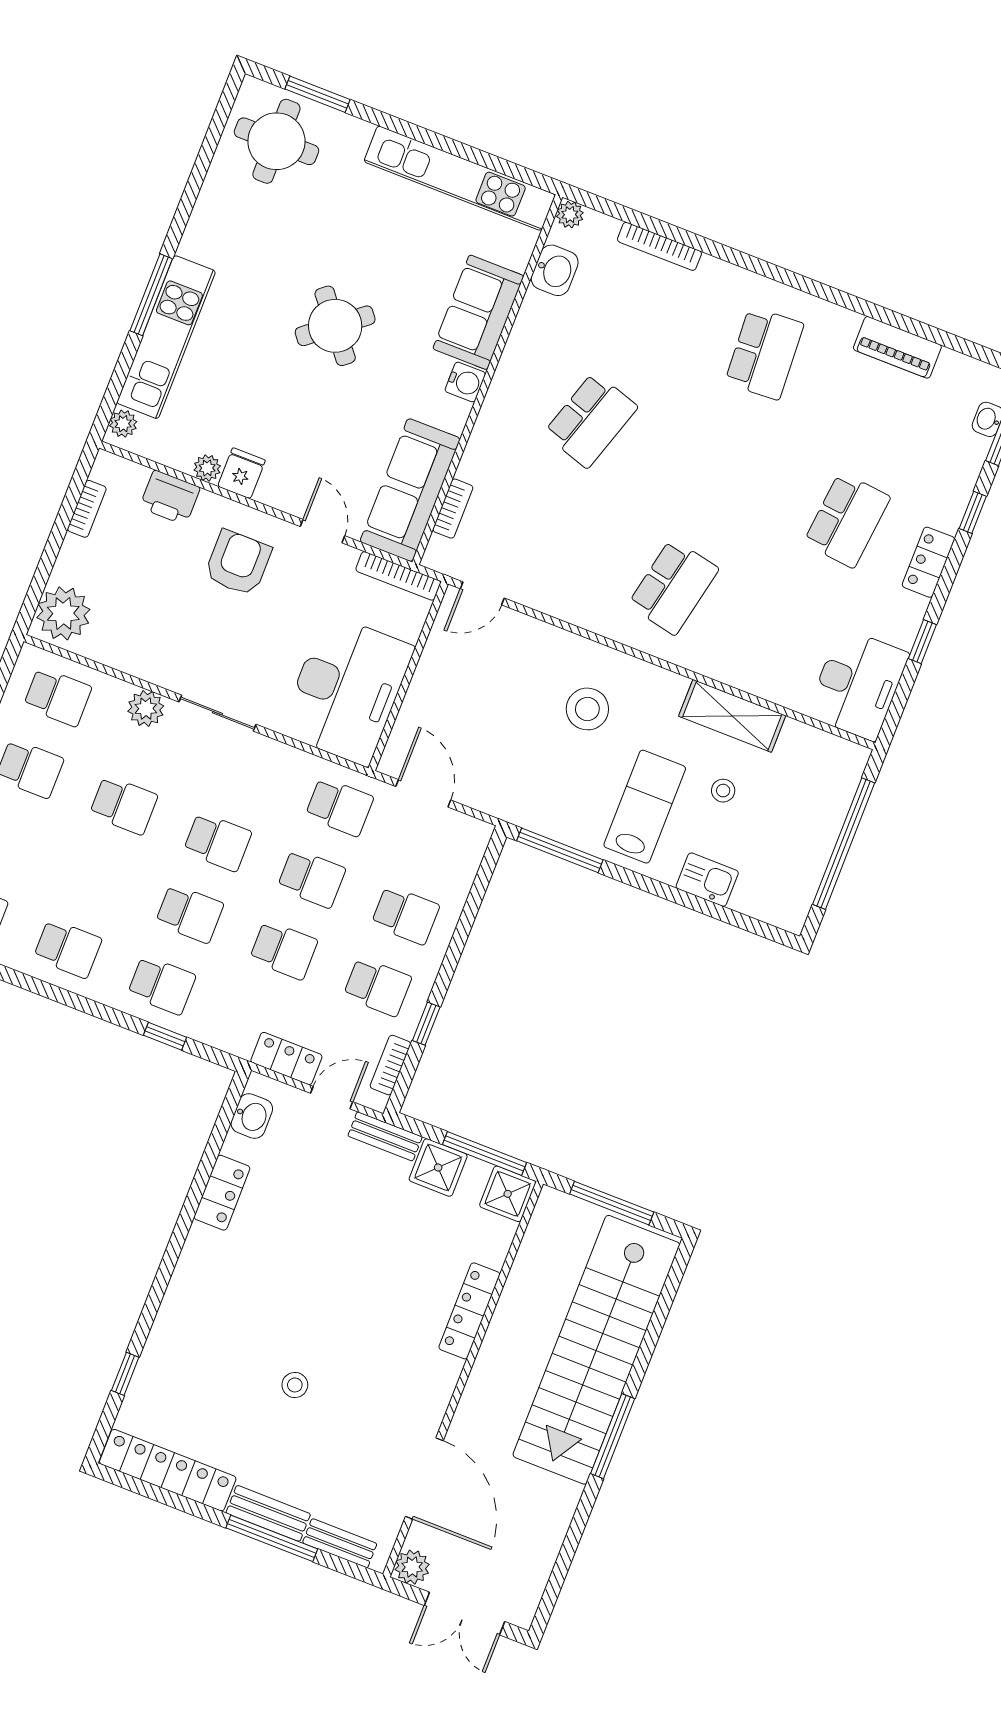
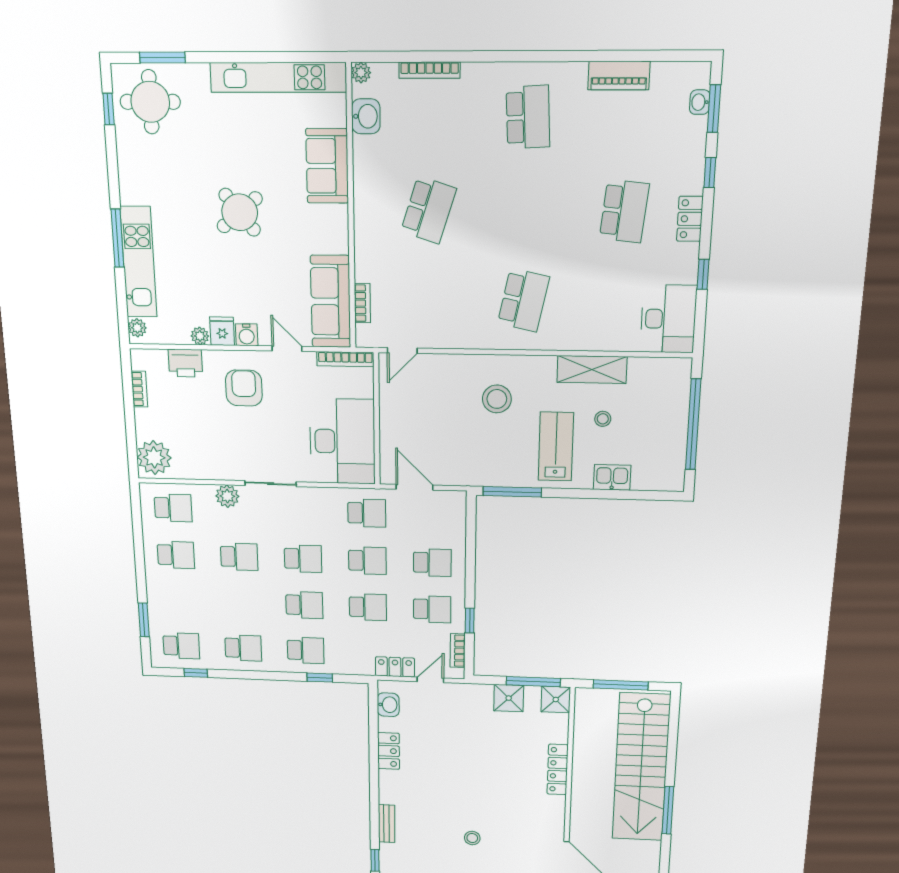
window: (216, 128) -> (109, 109), added
water cooler: (465, 382) -> (247, 335), moved, turned 90
bench: (385, 1136) -> (387, 824), moved, turned 90

